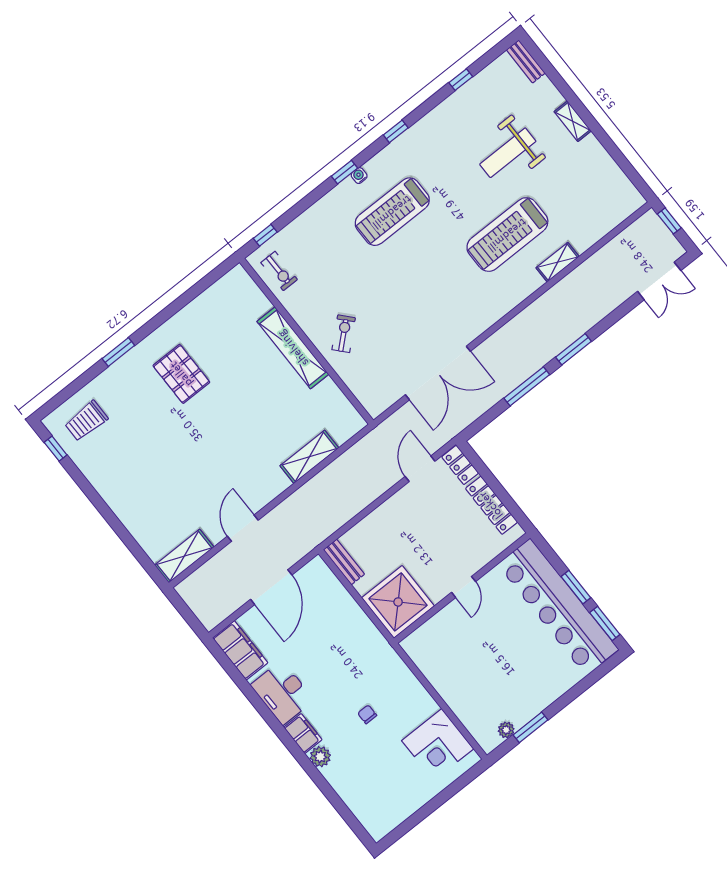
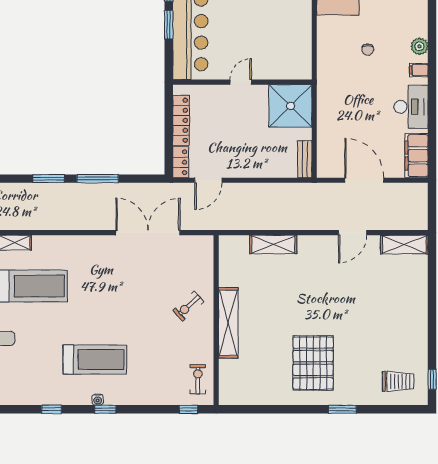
pallet: (181, 374) -> (313, 363), width x1.37, depth x1.41
door: (271, 587) -> (364, 180), hinge flipped
filing cabinet: (303, 734) -> (419, 70), width x0.50

